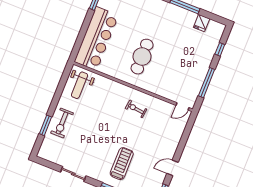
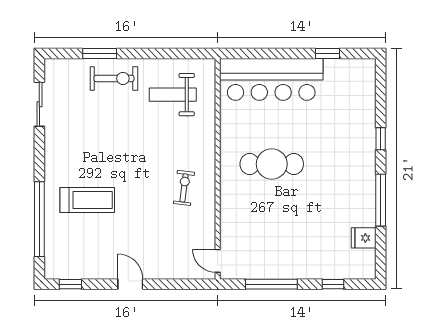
weight bench: (80, 85) -> (173, 95), moved
exercise bike: (62, 123) -> (114, 78), turned 180
door: (172, 168) -> (130, 284), moved
sliding door: (73, 174) -> (39, 104), moved

